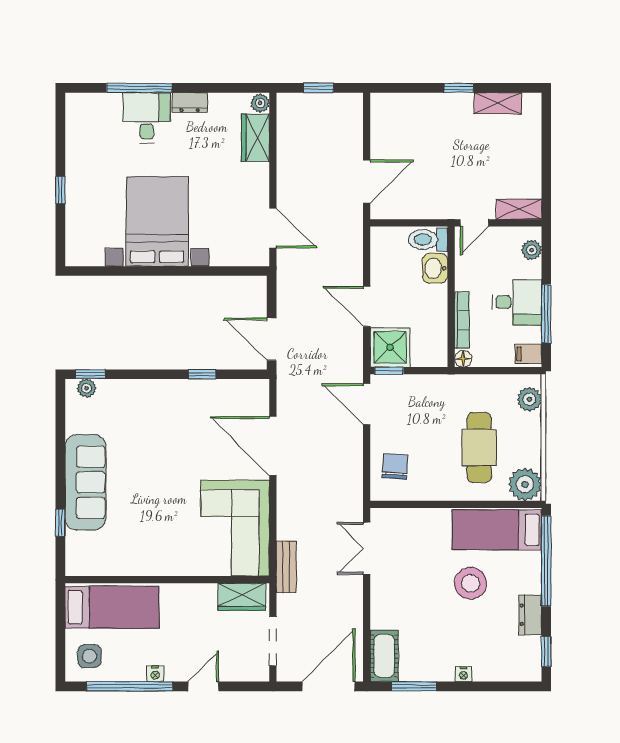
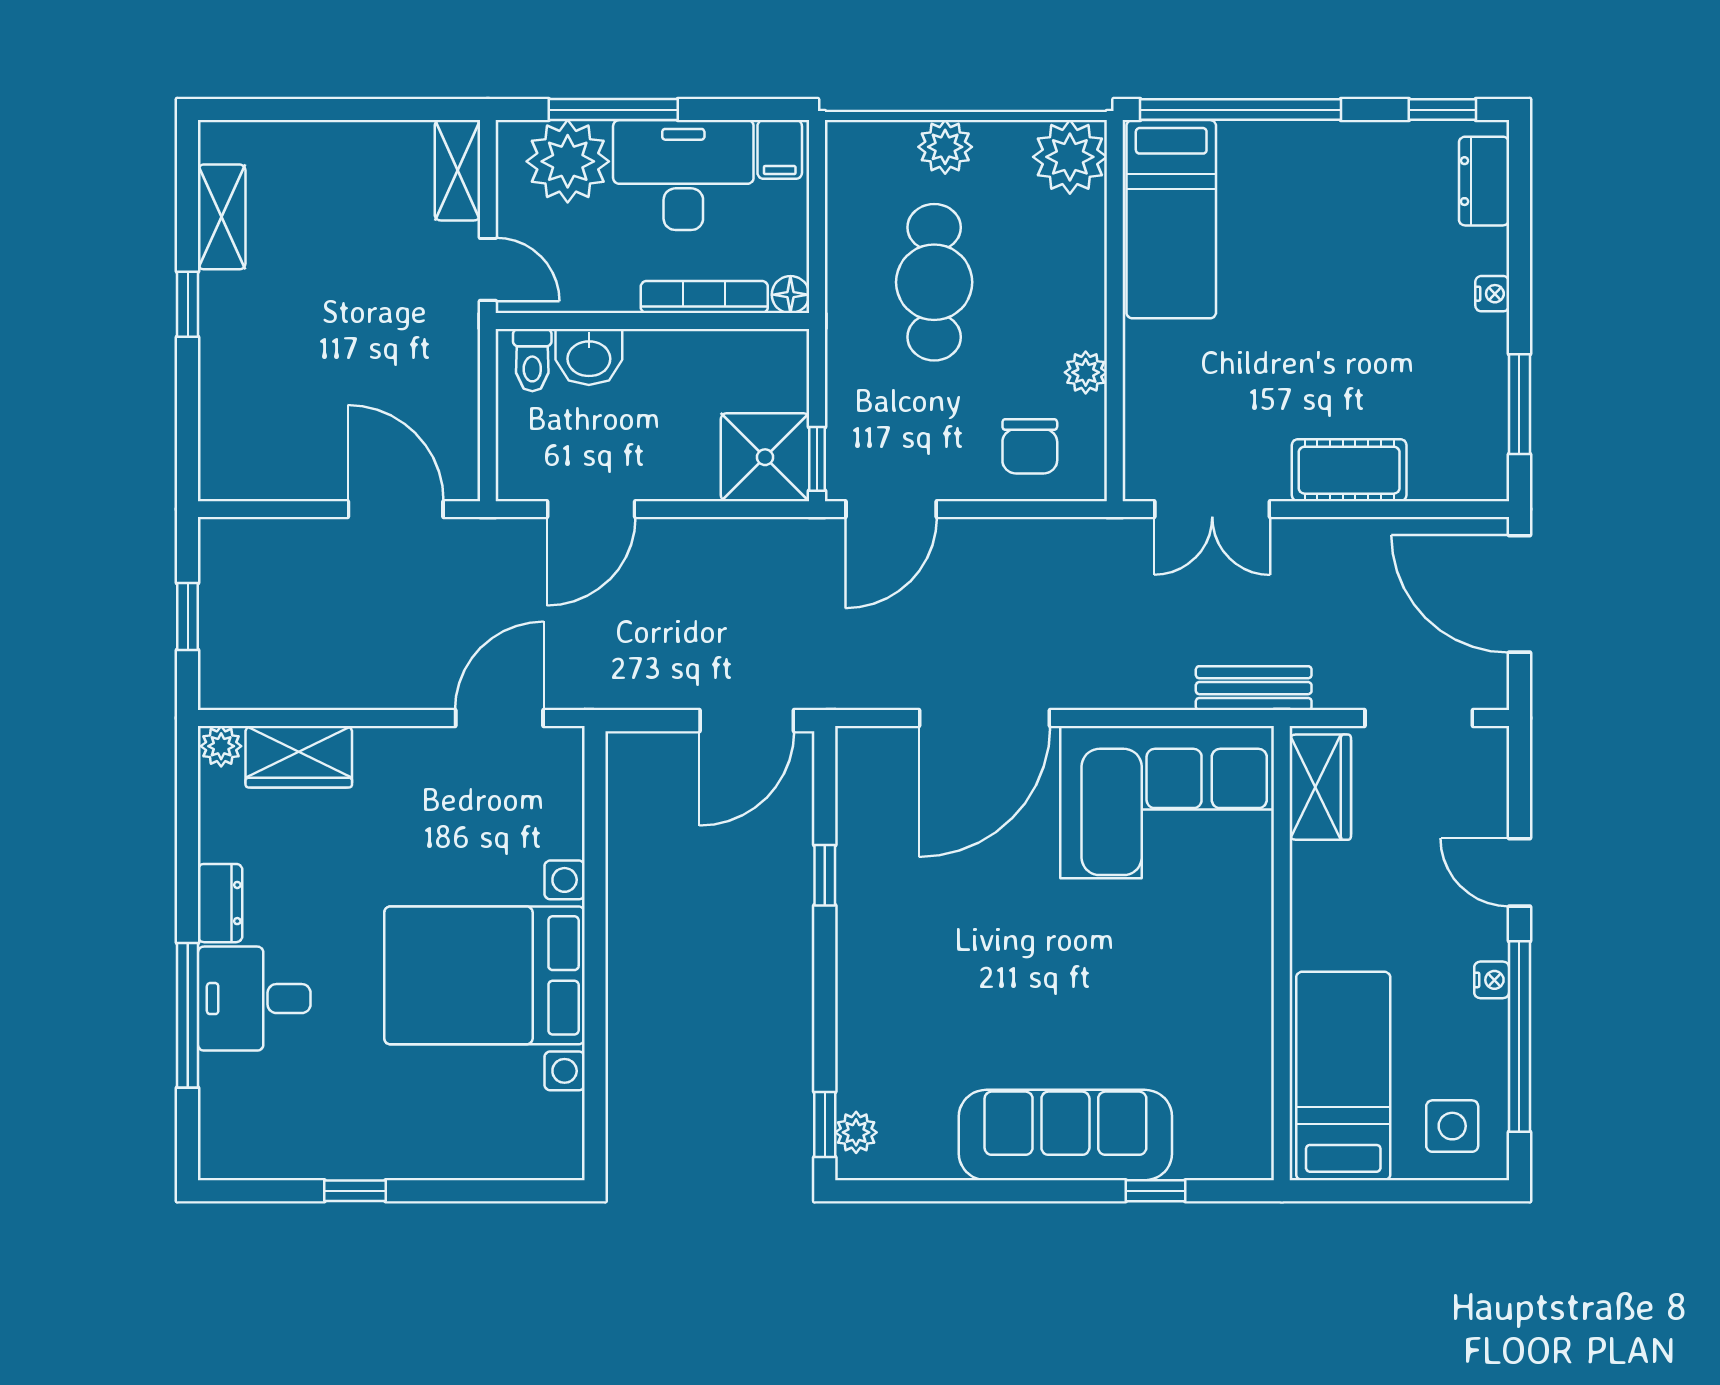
window: (60, 190) -> (355, 1191), moved
toilet: (428, 240) -> (532, 360), width x0.73, depth x0.72
plant: (532, 250) -> (568, 161), width x1.88, depth x1.88
desk: (517, 302) -> (683, 175), width x1.37
door: (367, 306) -> (591, 509), moved
window: (546, 314) -> (613, 110), moved
plant: (529, 399) -> (945, 147), moved
cafe table: (479, 448) -> (934, 282), moved, turned 90
chair: (395, 466) -> (1030, 446), turned -94
plant: (428, 491) -> (1086, 372), added
stool: (471, 583) -> (1290, 278), removed
dresser: (530, 615) -> (1484, 181), moved, turned 90
cot: (384, 656) -> (1349, 470), moved

